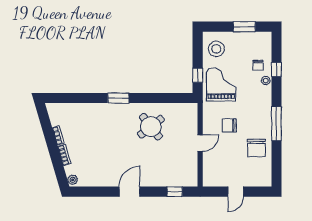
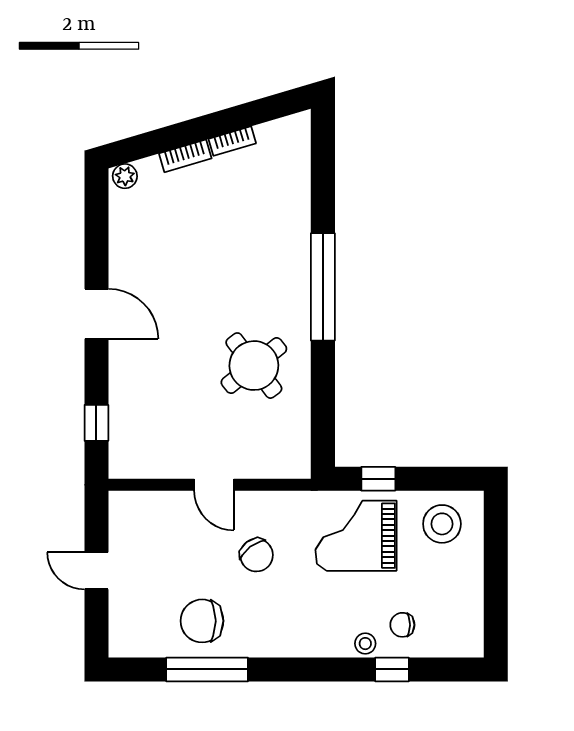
window: (244, 27) -> (496, 591), removed
grand piano: (221, 84) -> (356, 536), turned 180
window: (118, 98) -> (323, 287), width x2.11
window: (276, 124) -> (207, 669), moved
chair: (229, 125) -> (257, 555), turned 143

